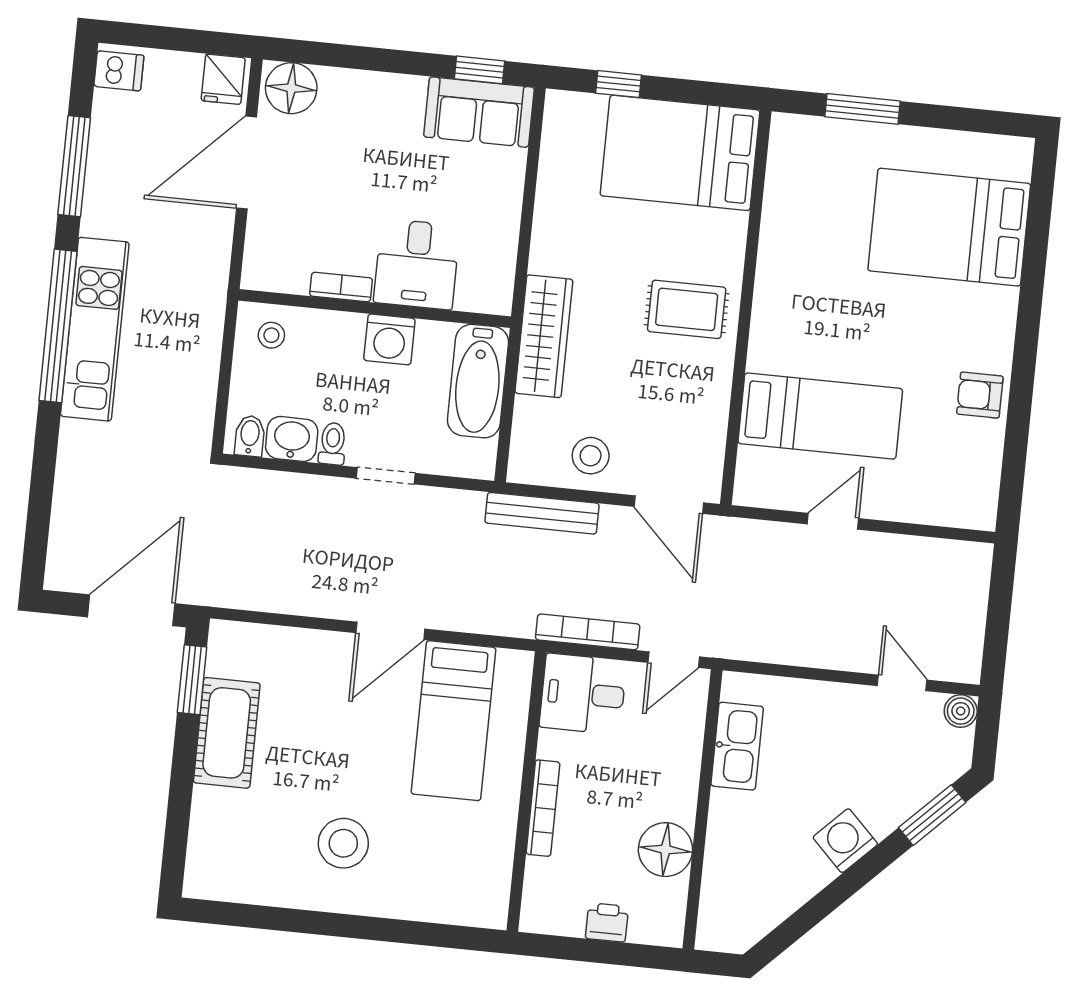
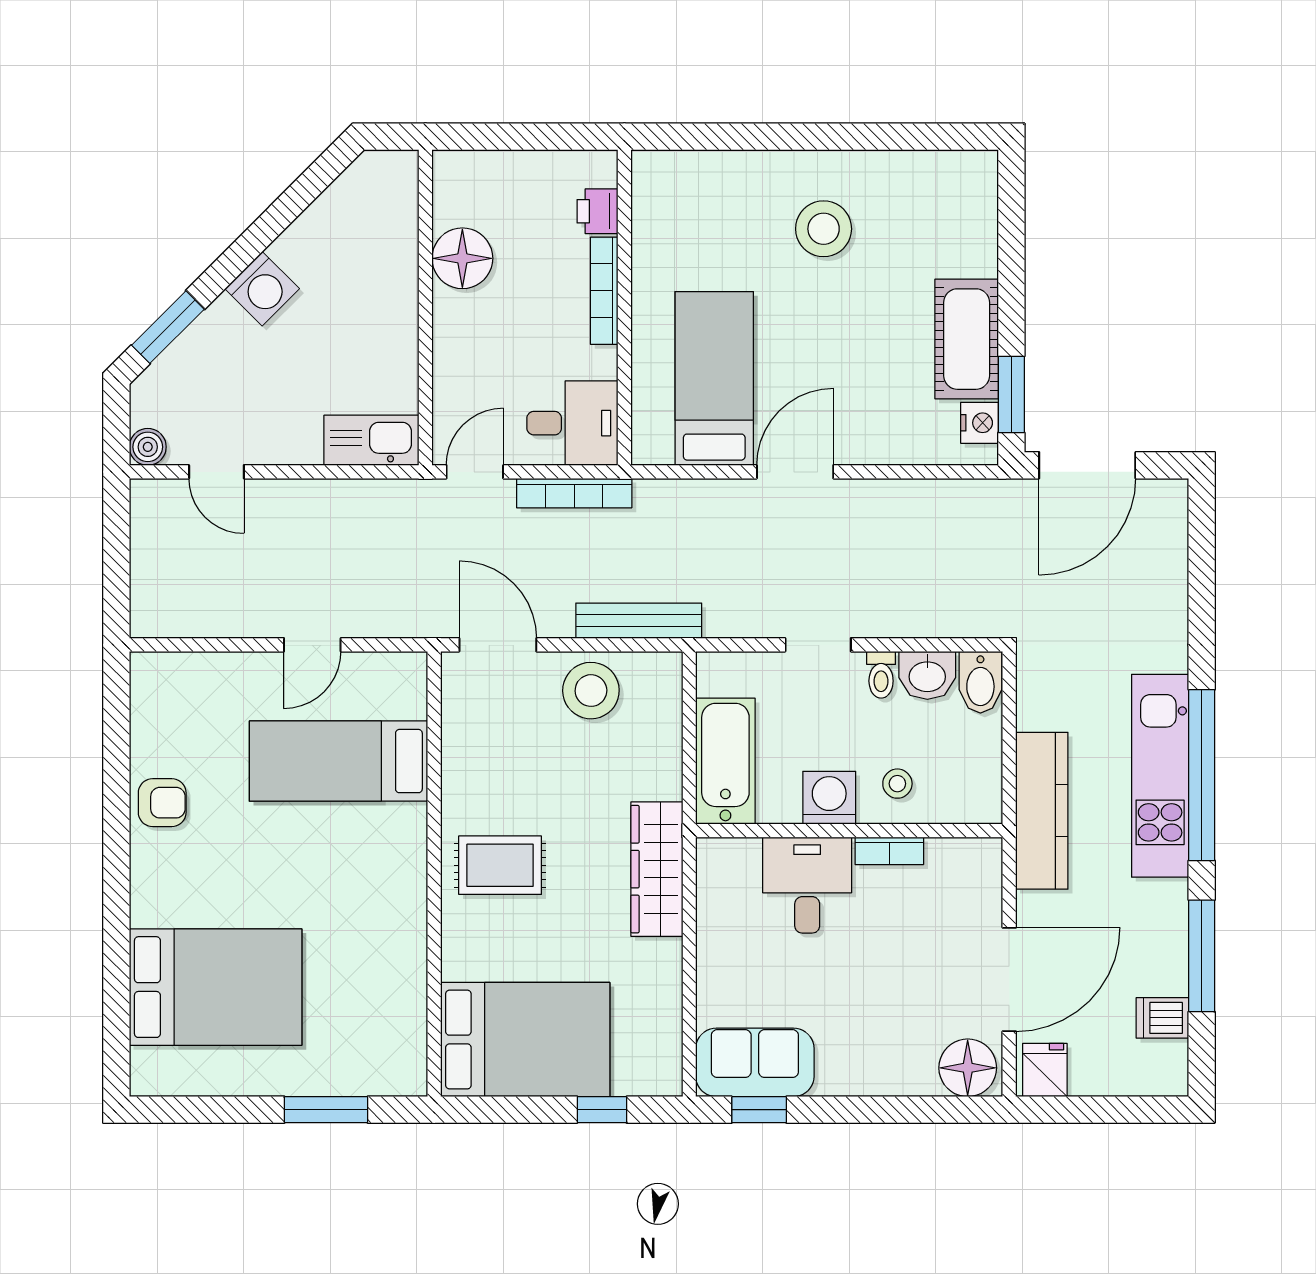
dishwasher: (119, 71) -> (1162, 1018), moved
kitchen counter: (203, 309) -> (1042, 811), added
stool: (271, 335) -> (897, 784), moved
wardrobe: (544, 336) -> (657, 869), moved
bidet: (250, 436) -> (980, 682), width x1.38, depth x1.36
stool: (591, 456) -> (591, 691), width x1.38, depth x1.38
nightstand: (223, 658) -> (980, 423), added
kitchen sink: (737, 746) -> (371, 440), moved, turned 90
printer: (607, 922) -> (597, 211), moved, turned 90

